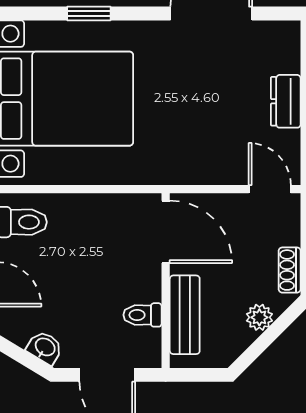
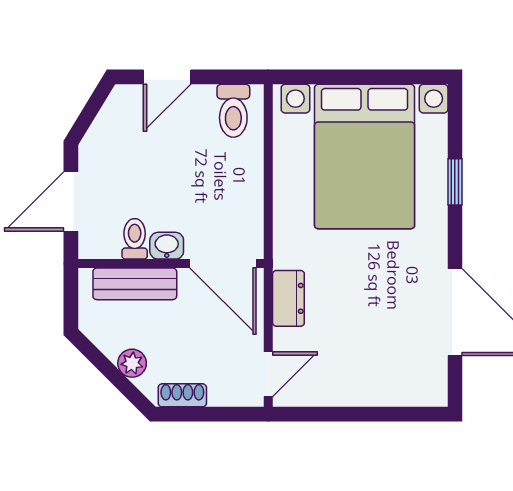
dresser: (286, 101) -> (288, 298), moved, turned 90
door: (166, 232) -> (223, 264), hinge flipped
washbasin: (45, 348) -> (167, 246), moved, turned -121

